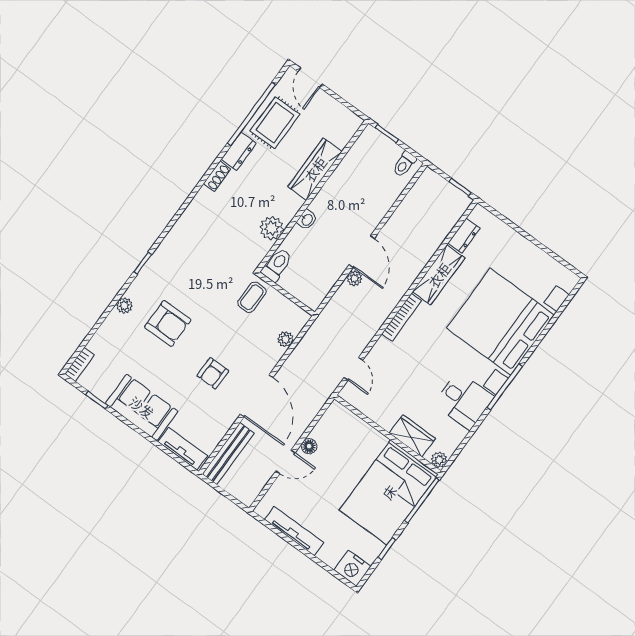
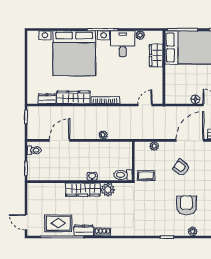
door: (310, 78) -> (26, 222), swing flipped
wardrobe: (315, 169) -> (83, 189), moved
door: (362, 252) -> (59, 140), moved
armchair: (213, 373) -> (181, 168), moved, turned -142
plant: (439, 460) -> (140, 35), moved

